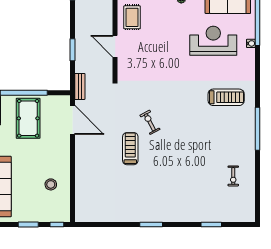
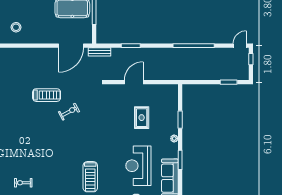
rug: (132, 17) -> (142, 118), moved, turned 90
reception desk: (213, 41) -> (138, 166), turned 180

